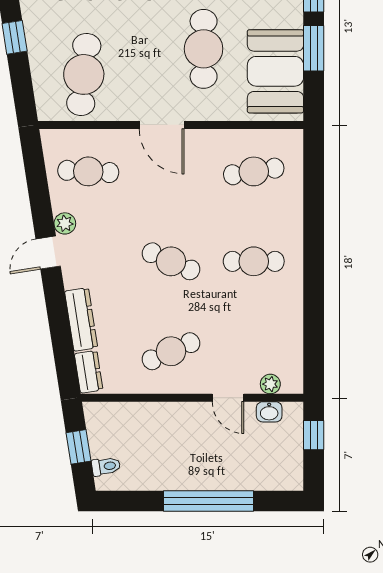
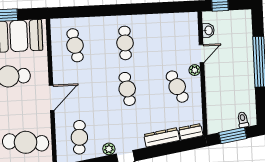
cafe table: (171, 261) -> (127, 89), turned -33
plant: (270, 384) -> (195, 70), moved
window: (79, 447) -> (233, 135), width x1.50

